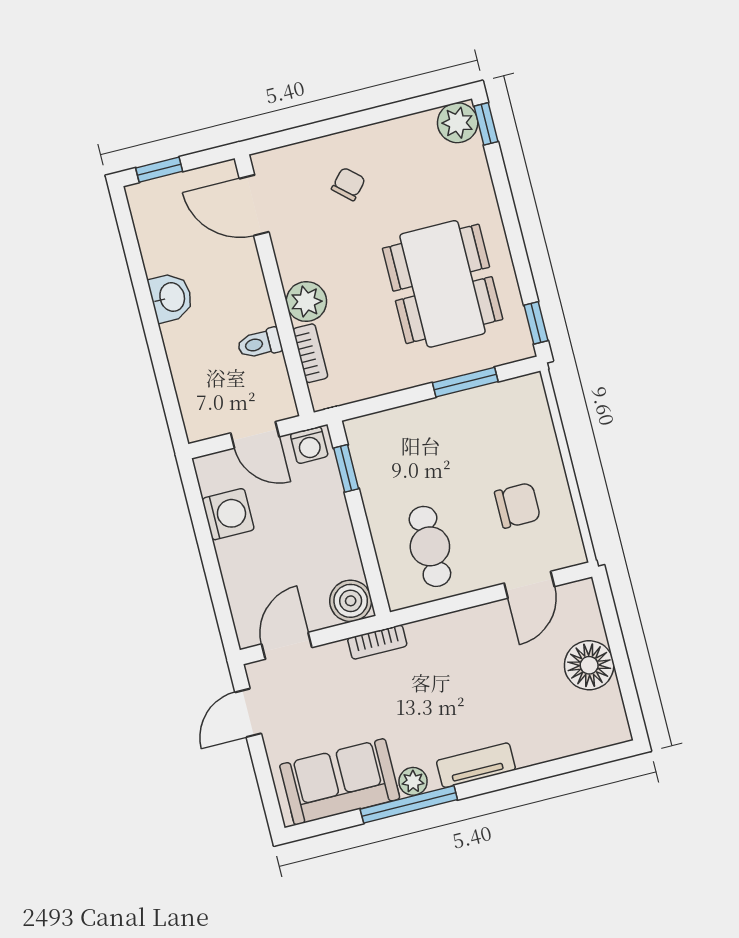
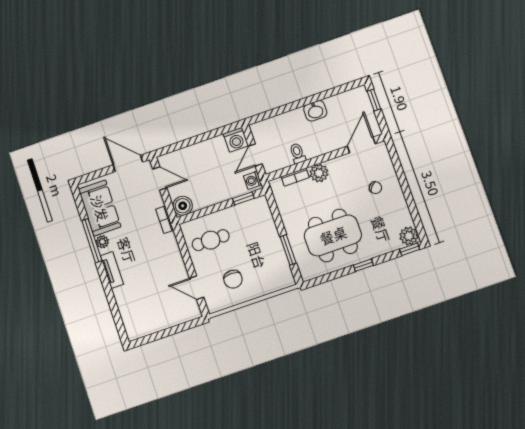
window: (536, 323) -> (363, 265), moved
washing machine: (228, 514) -> (236, 140), moved
floor lamp: (589, 665) -> (162, 319), removed
door: (248, 713) -> (128, 163), width x1.38

